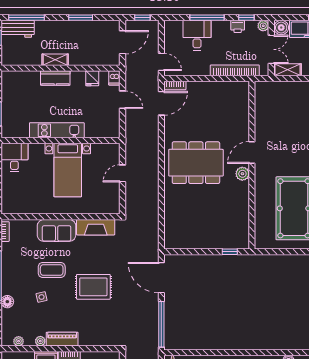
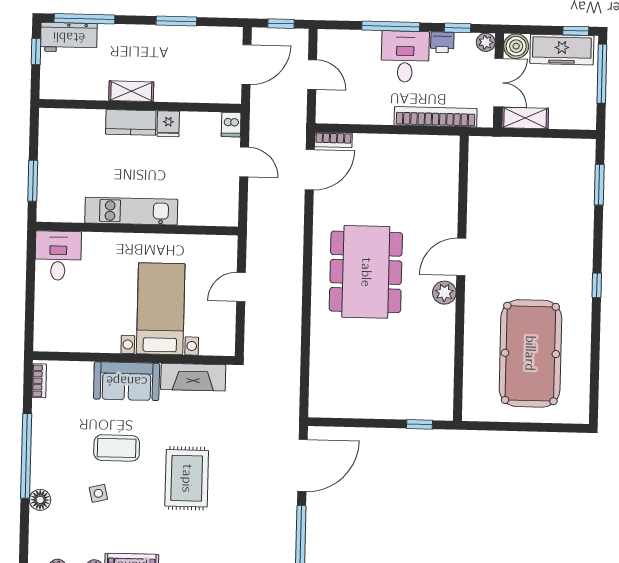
desk: (197, 35) -> (405, 57), moved
door: (161, 62) -> (312, 74), moved
fridge: (92, 78) -> (168, 124), moved
dining table: (196, 163) -> (366, 272), turned 90
bed with nightstands: (68, 170) -> (161, 309), moved, turned 180
door: (161, 278) -> (303, 465), swing flipped
rug: (93, 287) -> (187, 478), turned 90

